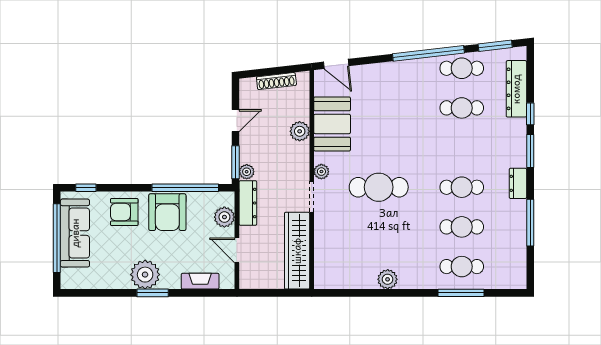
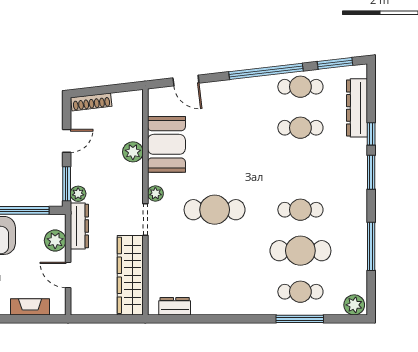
door: (336, 64) -> (186, 81), moved
shoe rack: (276, 81) -> (91, 102), moved
dresser: (518, 183) -> (175, 306), moved, turned 90
cafe table: (462, 227) -> (300, 251), width x1.37, depth x1.35
plant: (388, 279) -> (354, 305), moved

